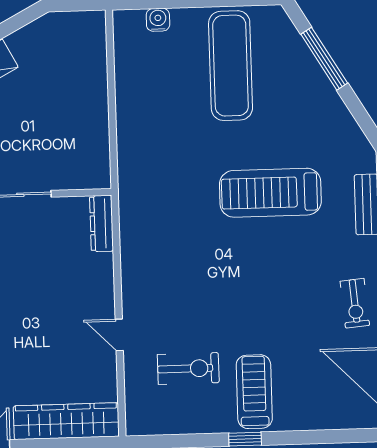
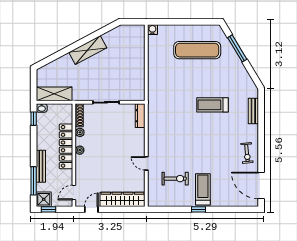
water cooler: (158, 20) -> (152, 30), moved
exercise mat: (231, 66) -> (197, 50), turned 90
treadmill: (270, 193) -> (212, 105), width x0.73, depth x0.73

